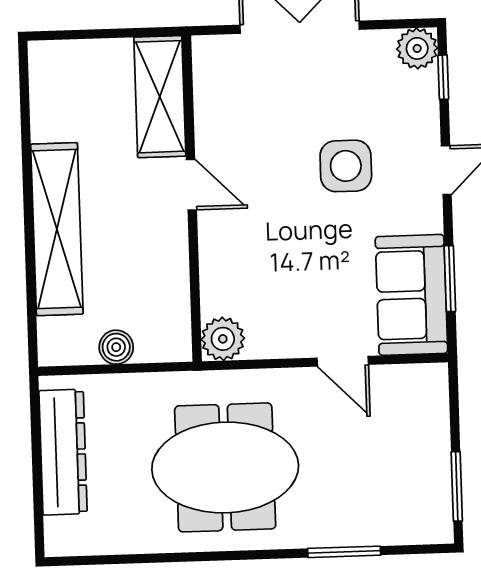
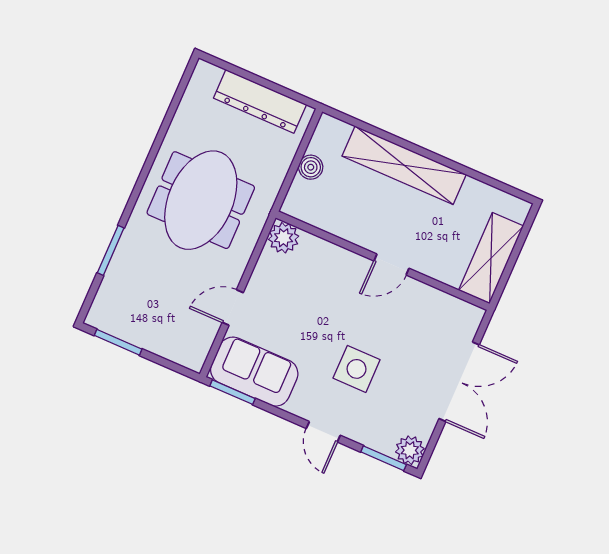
window: (443, 77) -> (384, 458), width x1.50
shelving: (160, 97) -> (491, 258), moved, turned 90
window: (450, 279) -> (233, 392), moved

